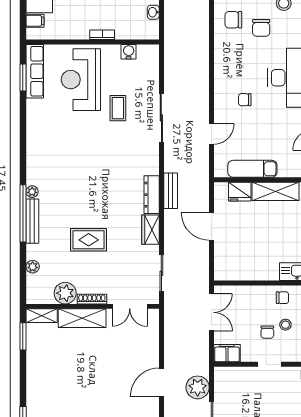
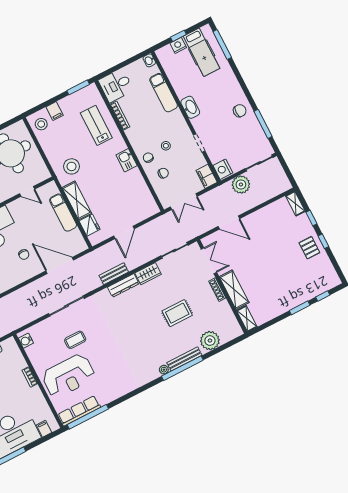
water cooler: (129, 52) -> (26, 341), moved
window: (23, 78) -> (88, 417), width x2.11
door: (211, 134) -> (60, 265), width x1.87
exam couch: (252, 169) -> (63, 213), moved
rug: (89, 240) -> (177, 313), turned 90
plant: (33, 267) -> (210, 341), width x1.87, depth x1.87
plant: (65, 293) -> (223, 310), removed
double door: (211, 312) -> (184, 202), swing flipped
chair: (267, 332) -> (163, 173), moved
window: (23, 336) -> (300, 308), moved
nightstand: (226, 376) -> (223, 169), added
door: (161, 382) -> (229, 223), moved

